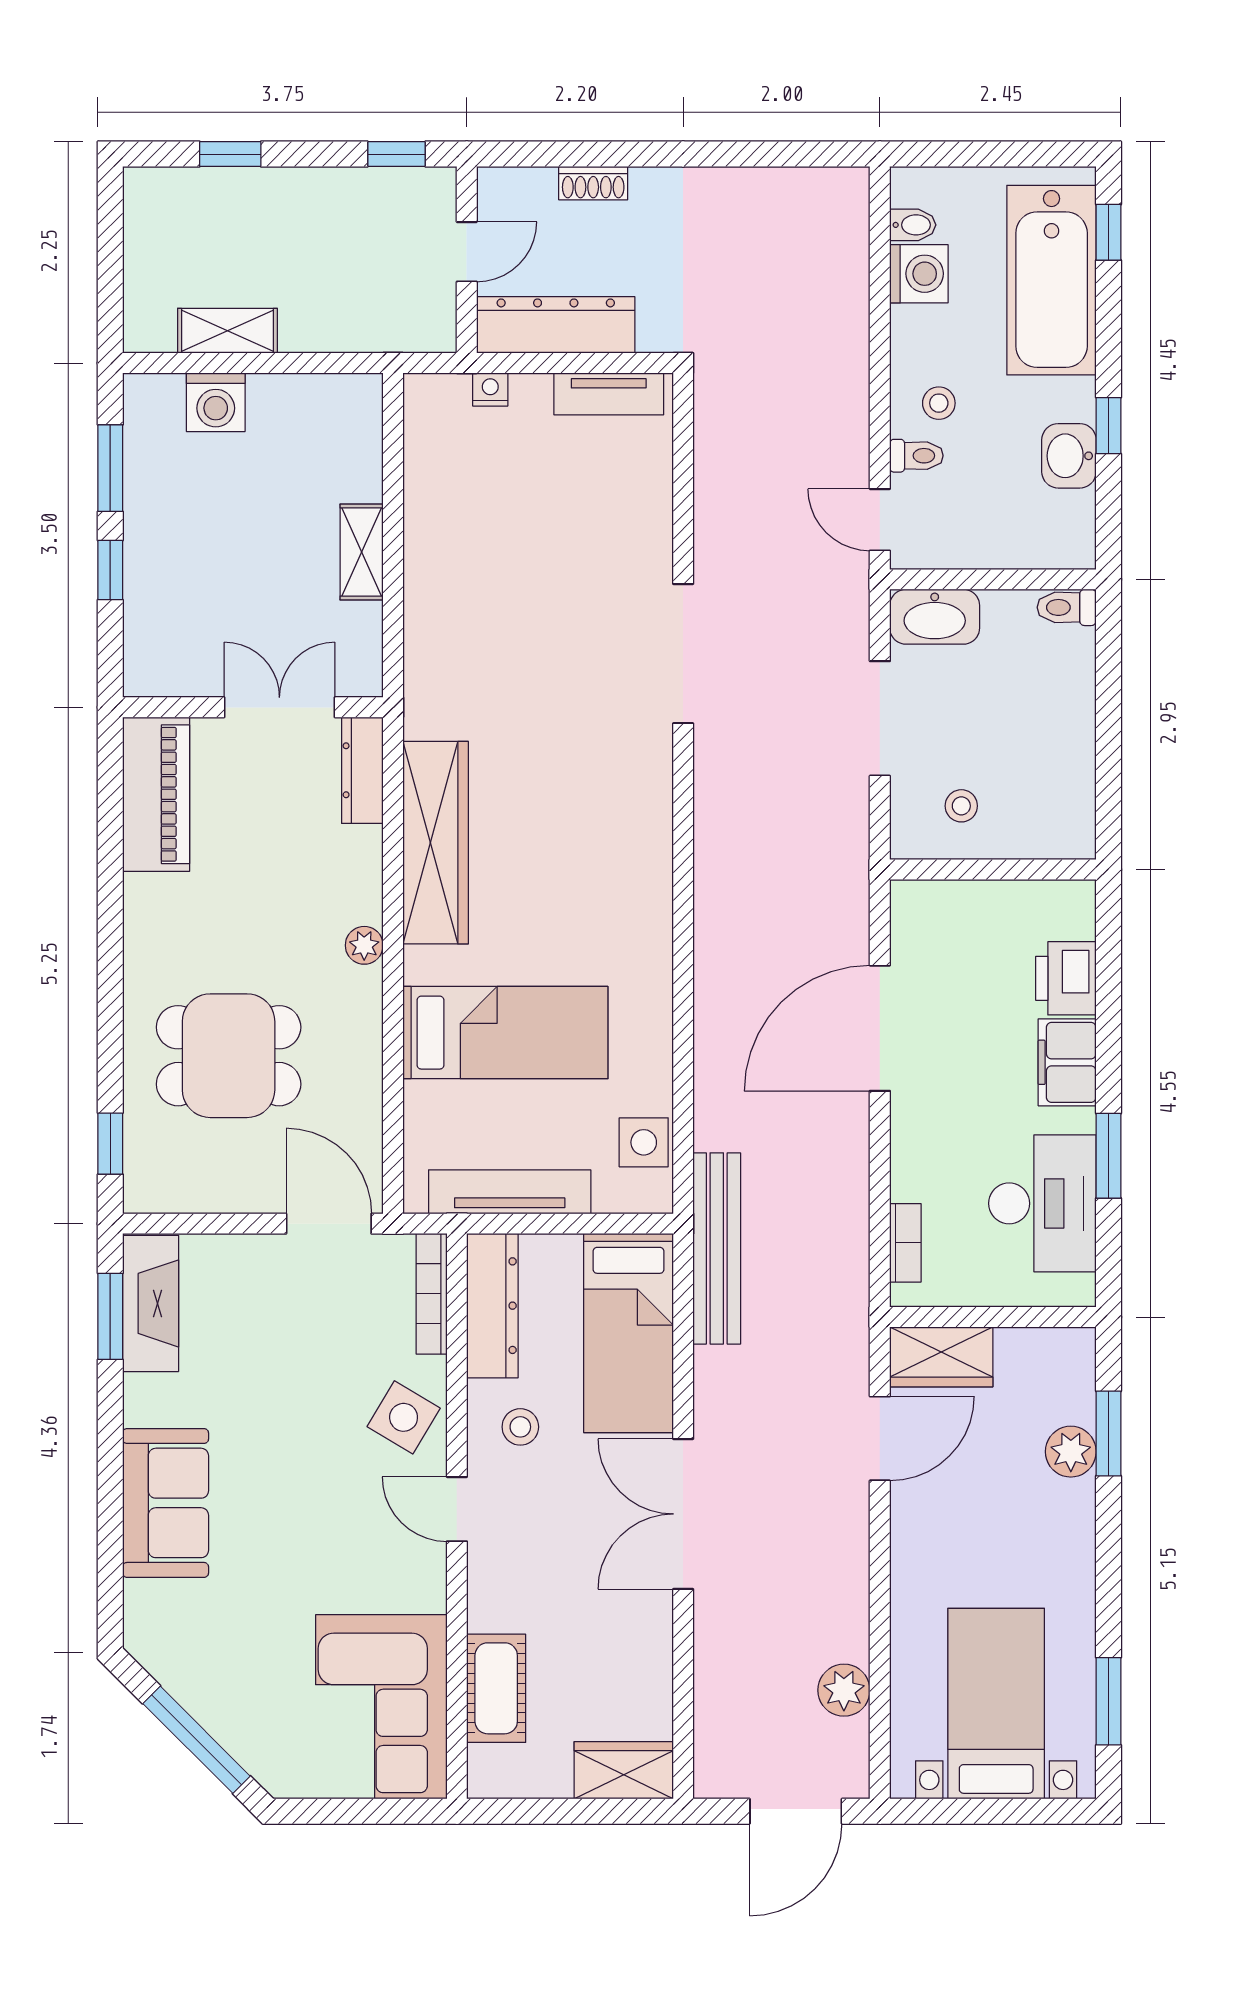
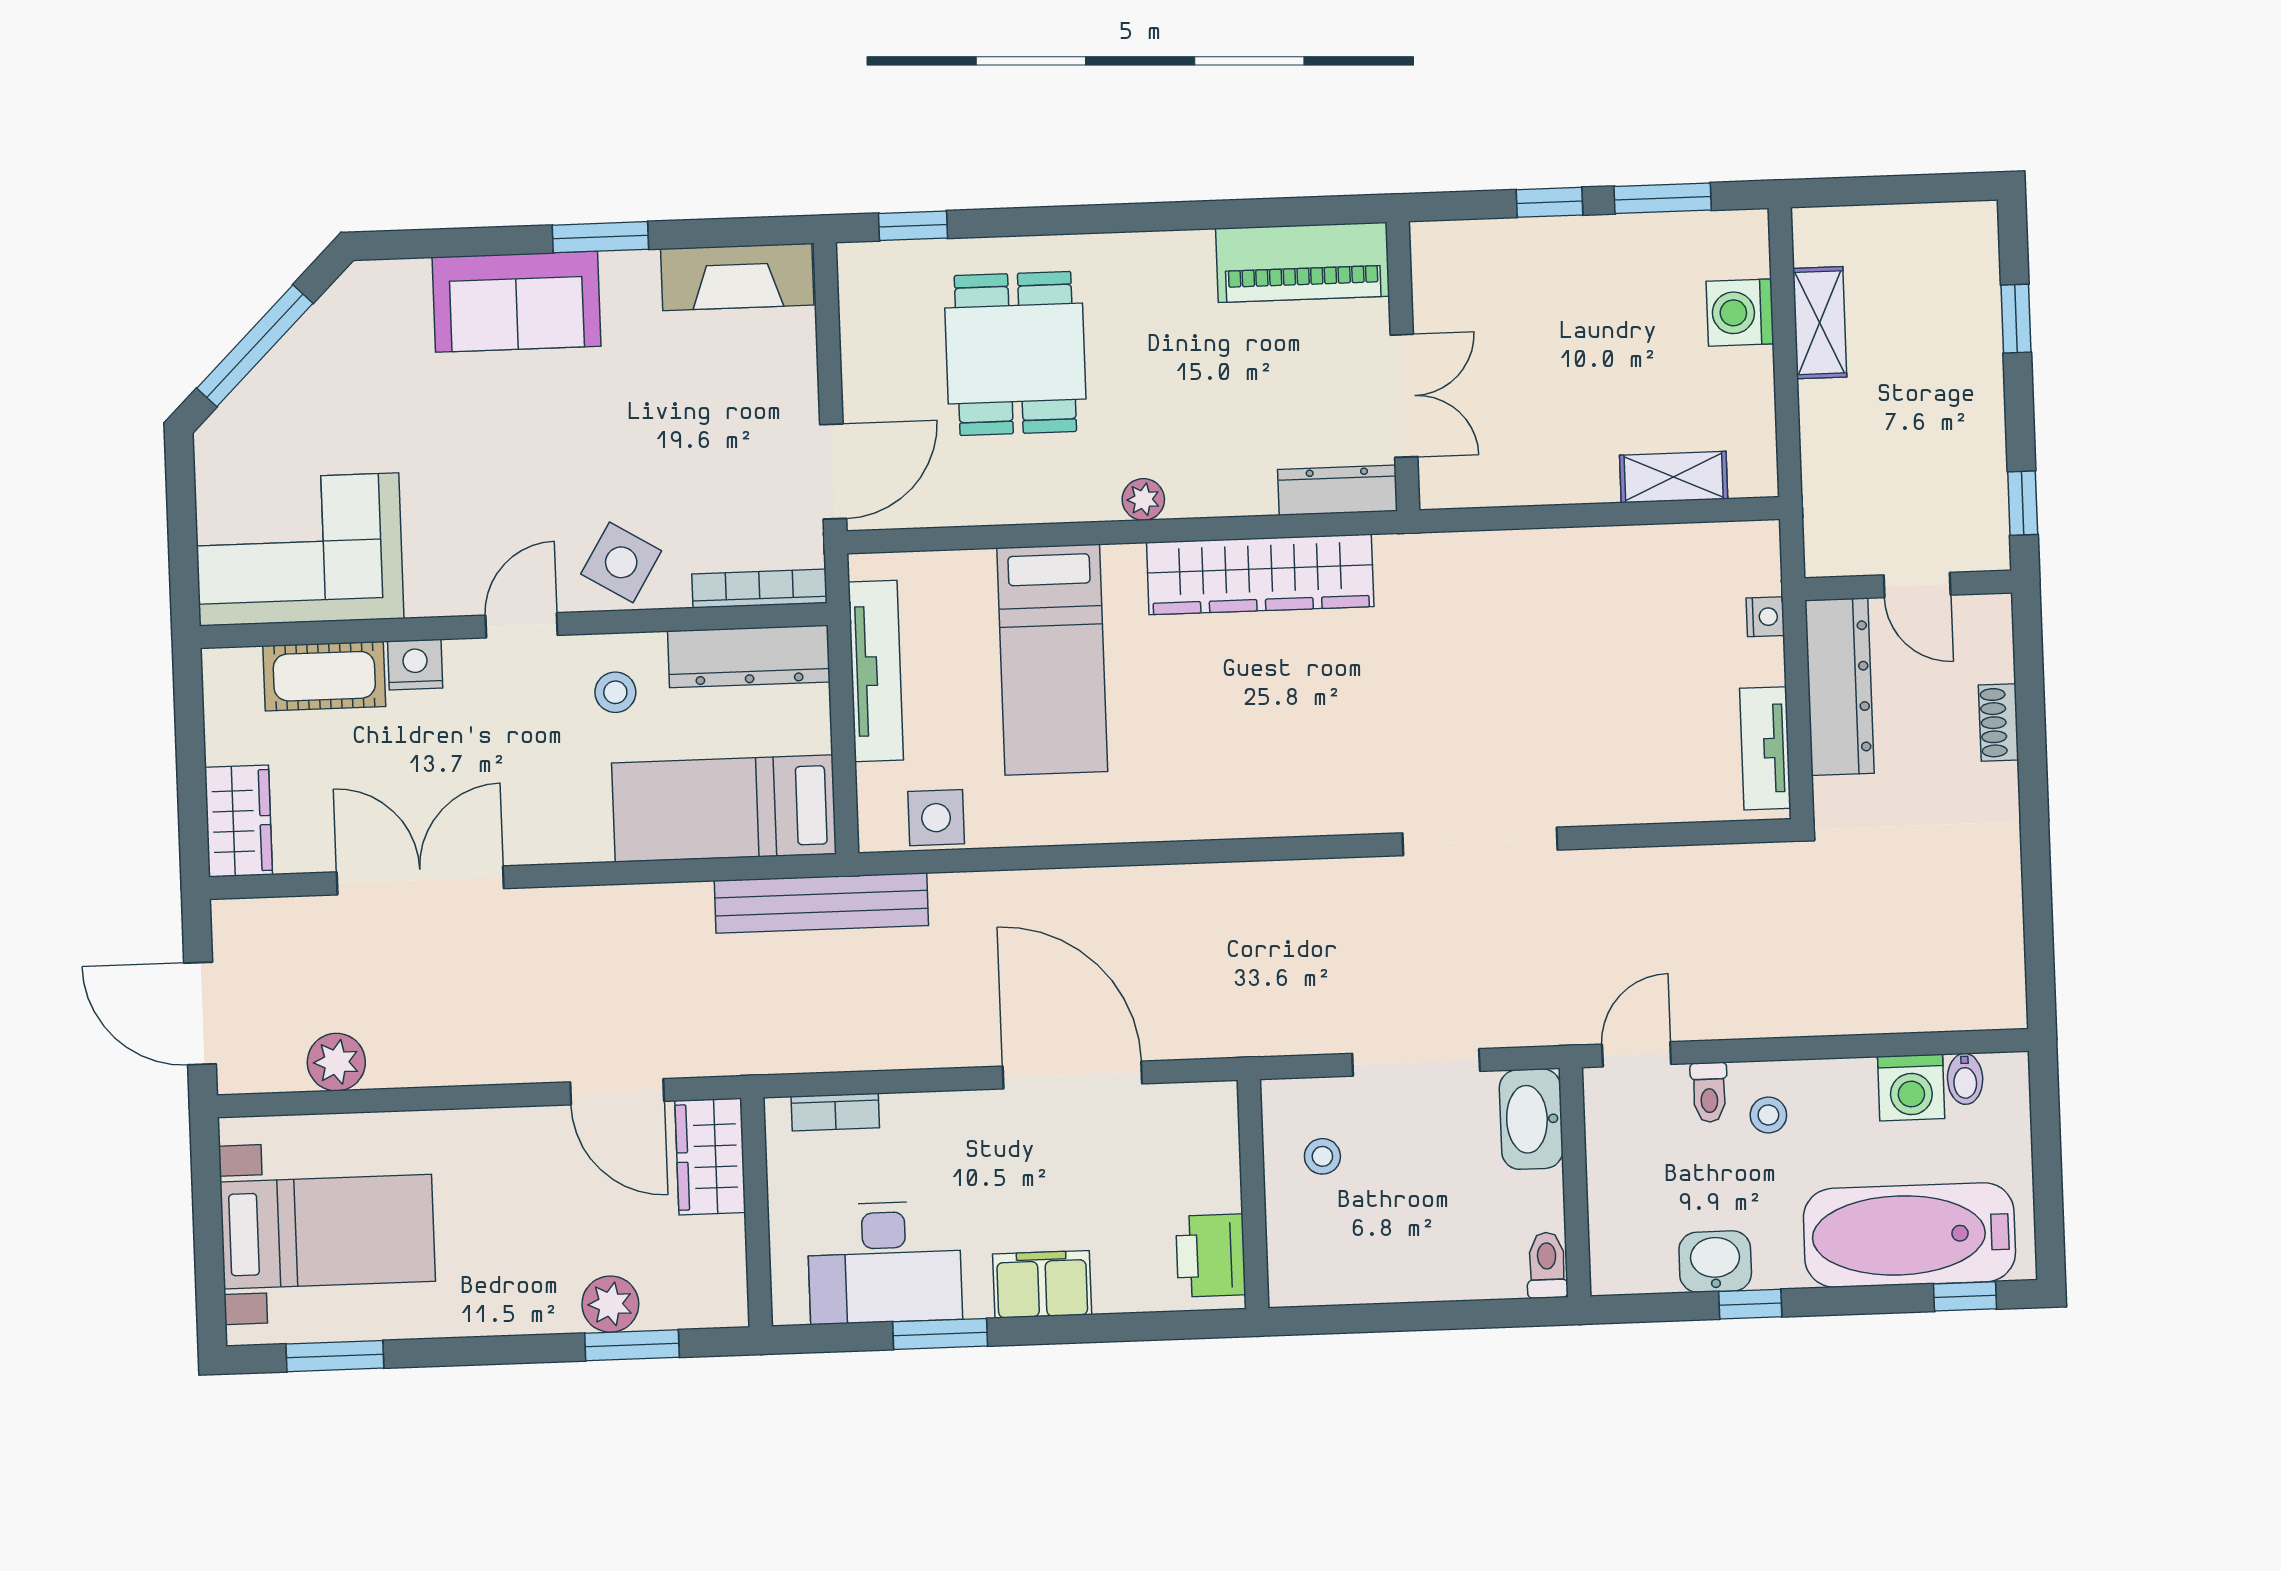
shelving: (362, 552) -> (1674, 477), moved
printer: (1066, 978) -> (1211, 1256), moved, turned -90
window: (110, 1316) -> (600, 237), moved
double door: (683, 1514) -> (420, 880), moved
nightstand: (489, 1606) -> (415, 665), added

